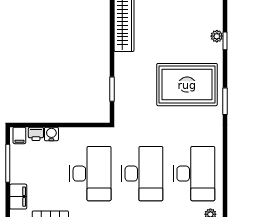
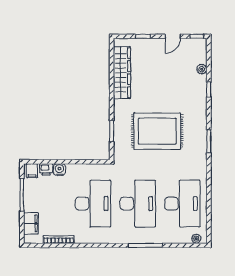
plant: (217, 36) -> (202, 69), moved
rug: (187, 85) -> (157, 131), moved

